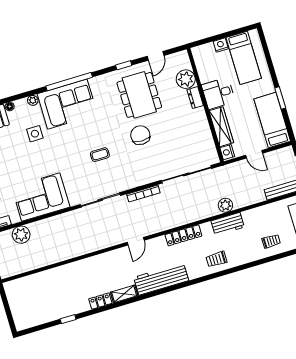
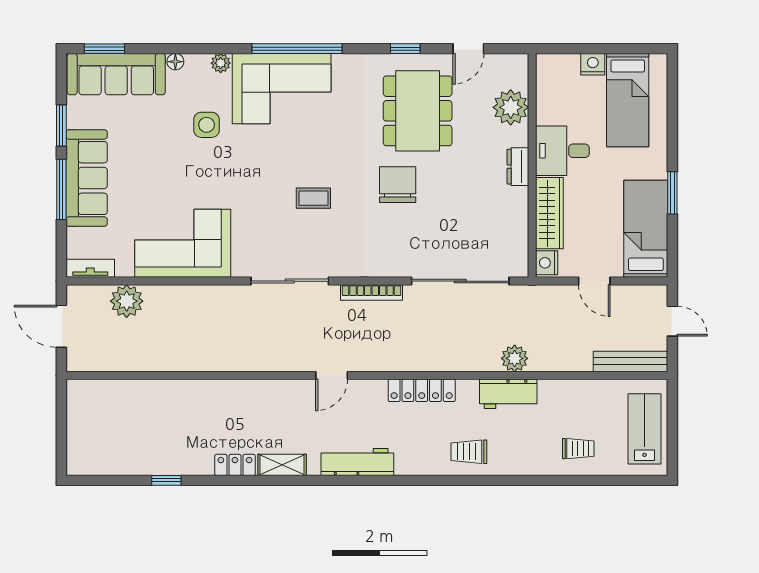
dresser: (195, 98) -> (518, 167), moved
workbench: (161, 279) -> (357, 462), width x0.73, depth x0.76

